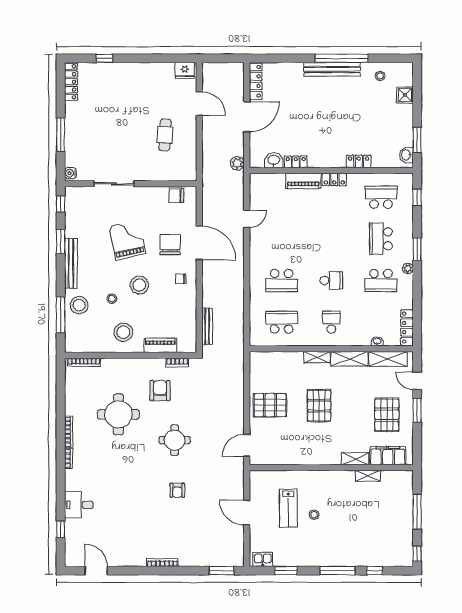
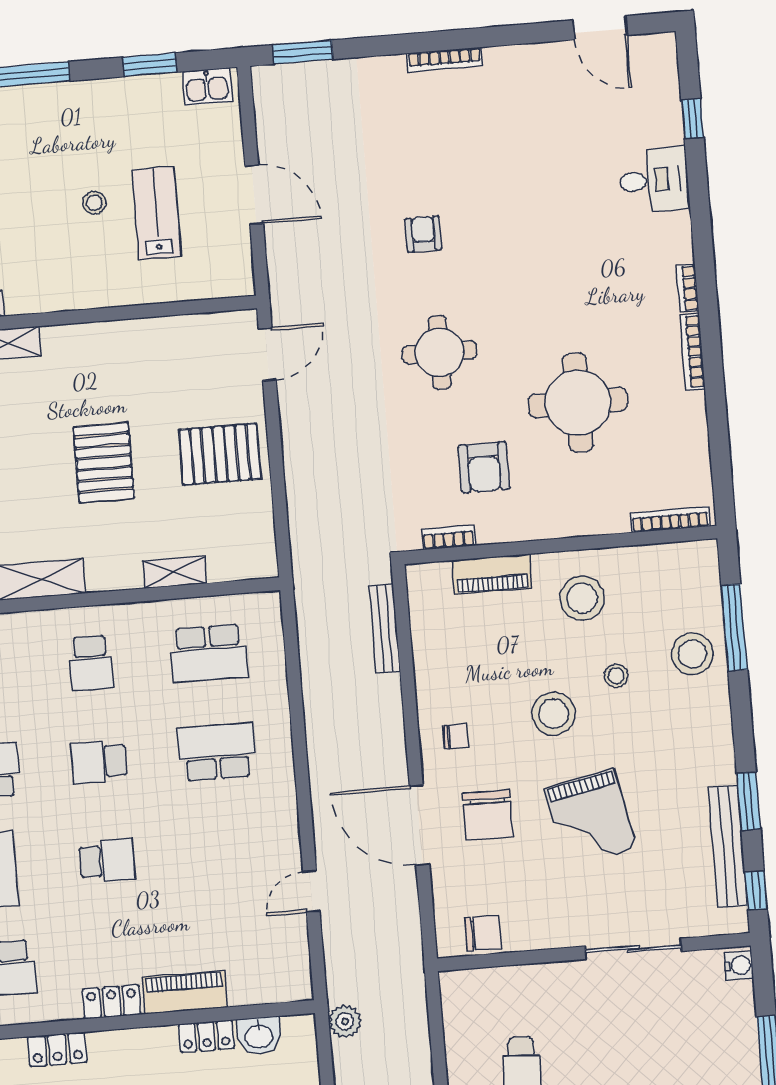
school desk: (331, 239) -> (107, 861), added
bench: (71, 263) -> (728, 846), moved
shelving: (317, 357) -> (175, 572), moved

